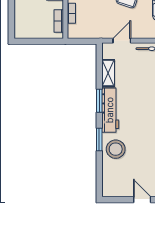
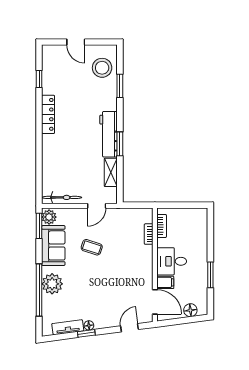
window: (99, 139) -> (120, 86), moved
stool: (116, 149) -> (102, 68), moved

